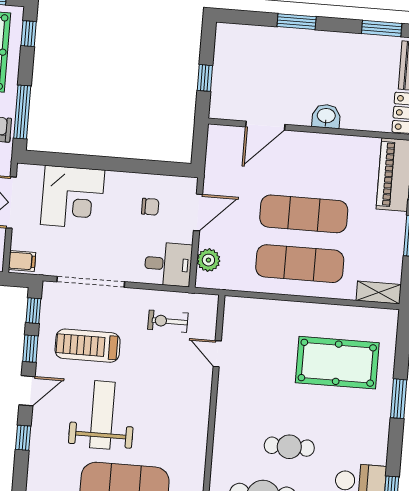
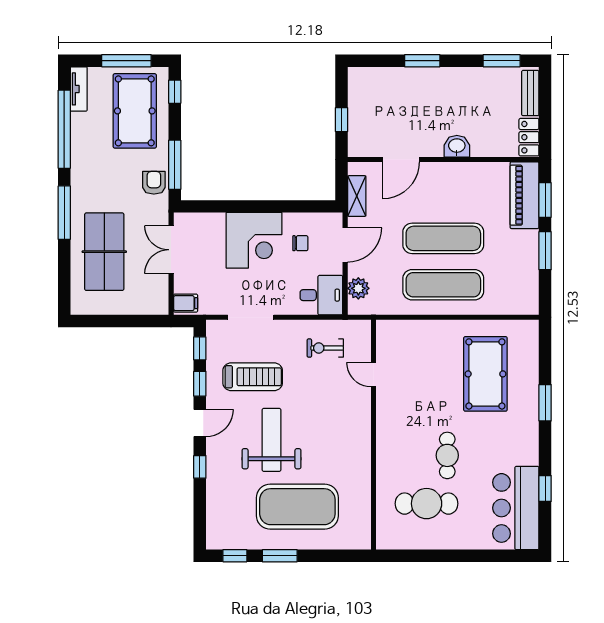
corner desk: (73, 197) -> (254, 240), moved
doorway: (91, 282) -> (251, 317), width x0.73
shelving: (379, 293) -> (357, 196), moved, turned 90
treadmill: (88, 346) -> (253, 377), turned 180
pool table: (337, 363) -> (485, 374), turned 90
cafe table: (289, 447) -> (447, 455), turned 90

